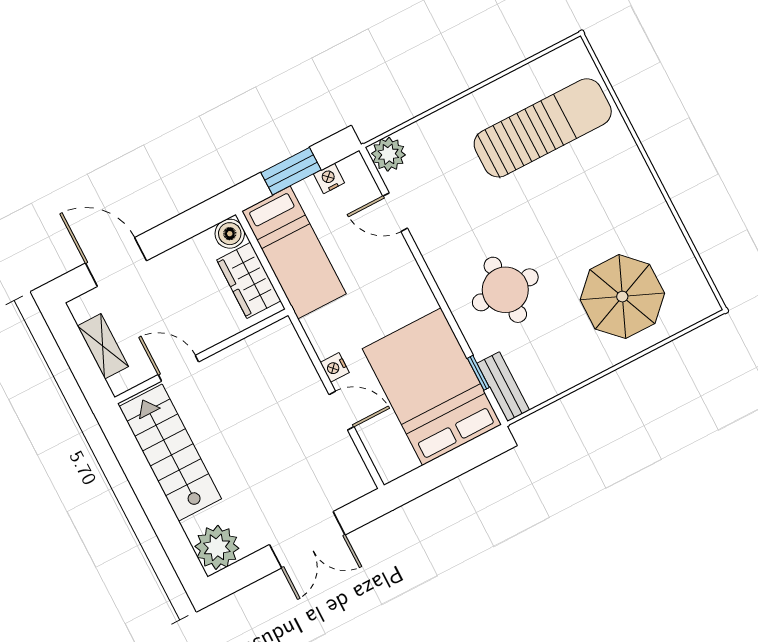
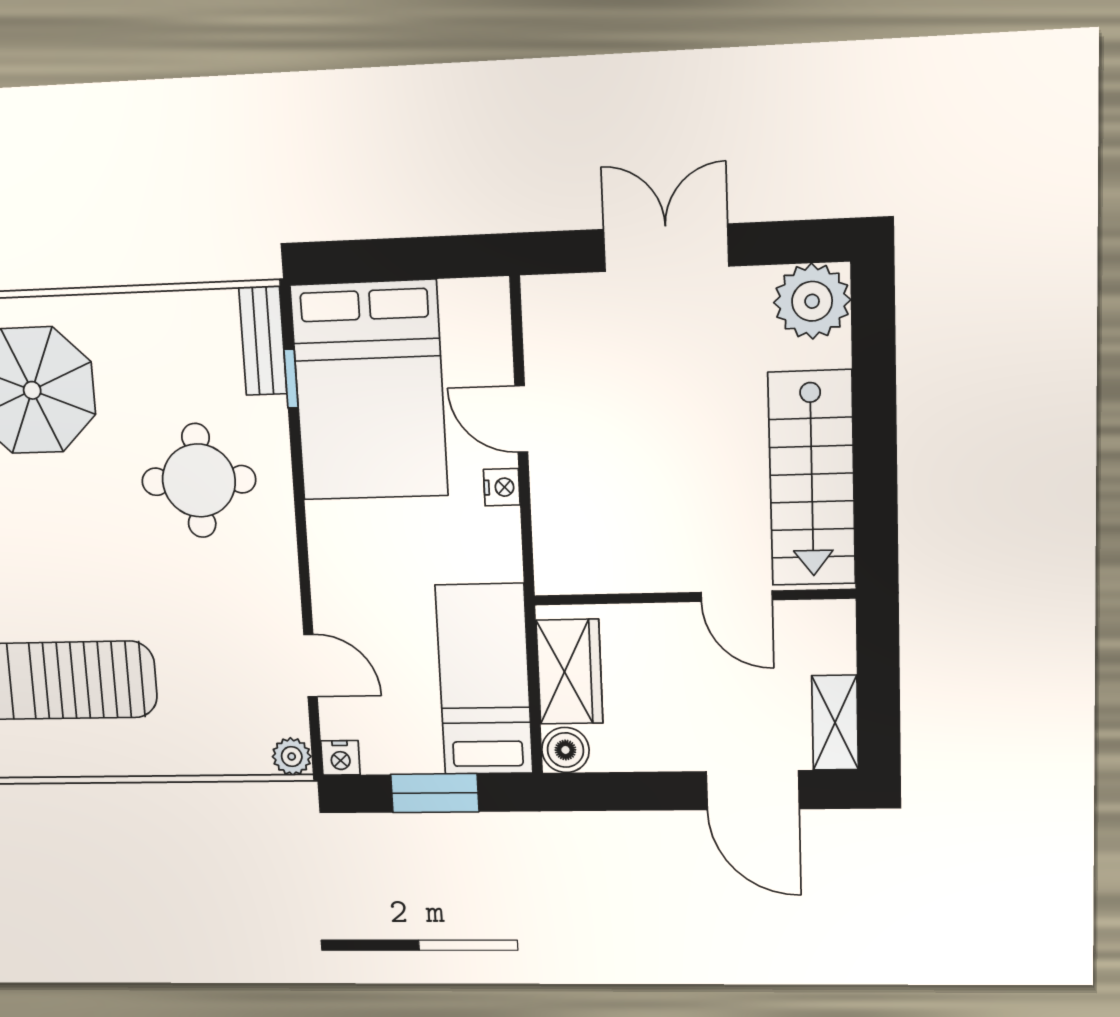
plant: (388, 154) -> (292, 756), width x0.73, depth x0.73
nightstand: (329, 178) -> (340, 758), moved
shelving: (103, 346) -> (835, 723), moved

